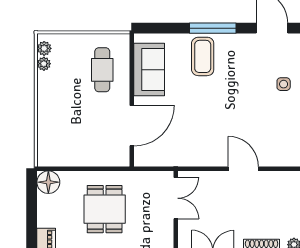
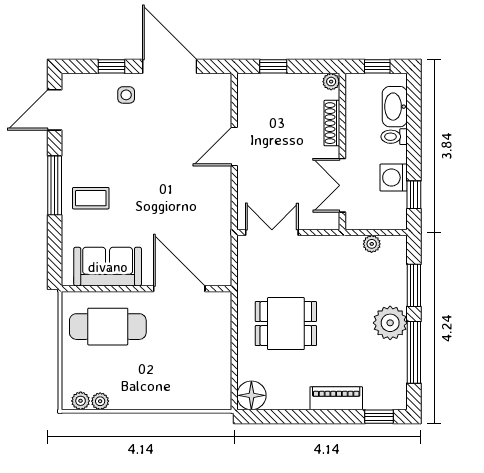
coffee table: (203, 56) -> (91, 198), width x0.73, depth x0.77
cafe table: (102, 70) -> (108, 327), width x1.37, depth x1.35

